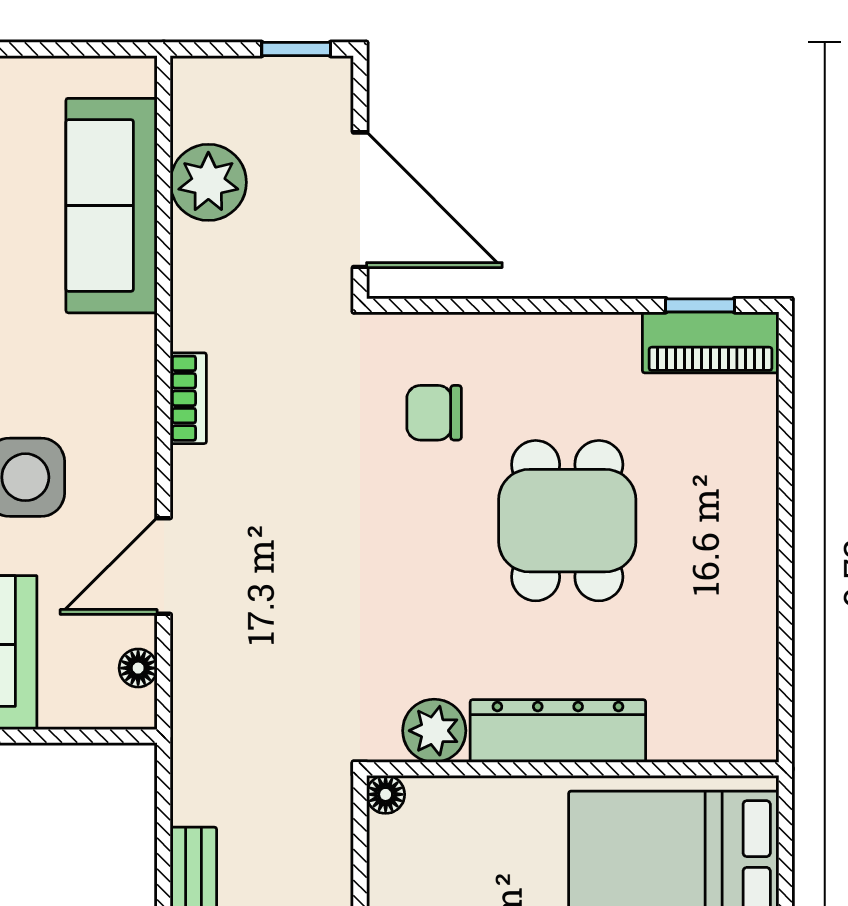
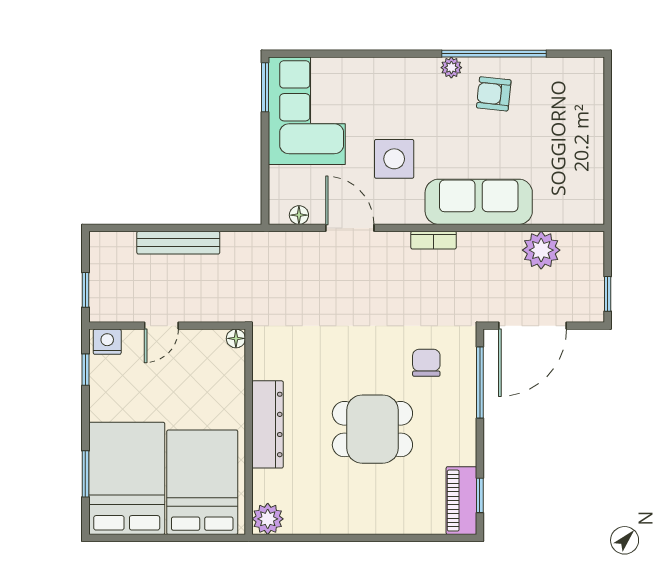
sofa: (112, 206) -> (479, 202), moved
window: (474, 305) -> (480, 382), added
plant: (434, 731) -> (268, 519), moved

